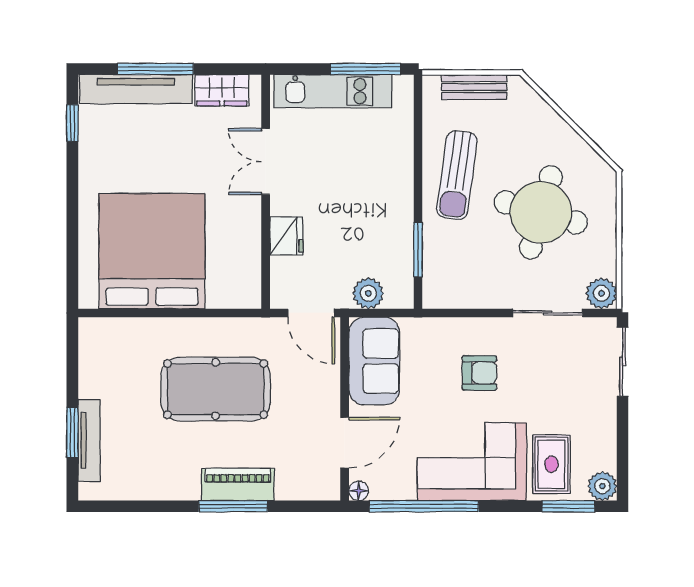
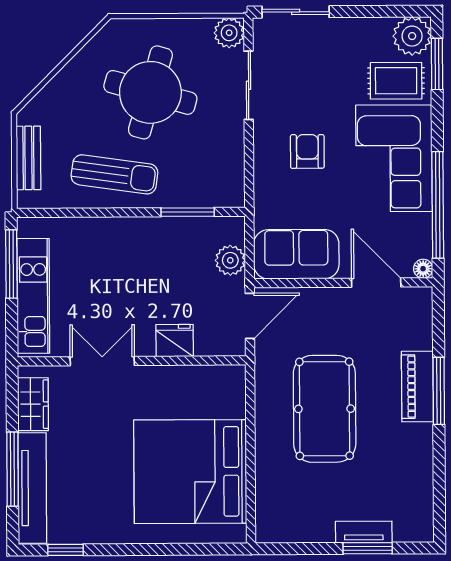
double door: (266, 162) -> (102, 361), swing flipped
tv unit: (89, 440) -> (364, 532), width x0.71
plant: (602, 486) -> (412, 36), width x1.36, depth x1.36

